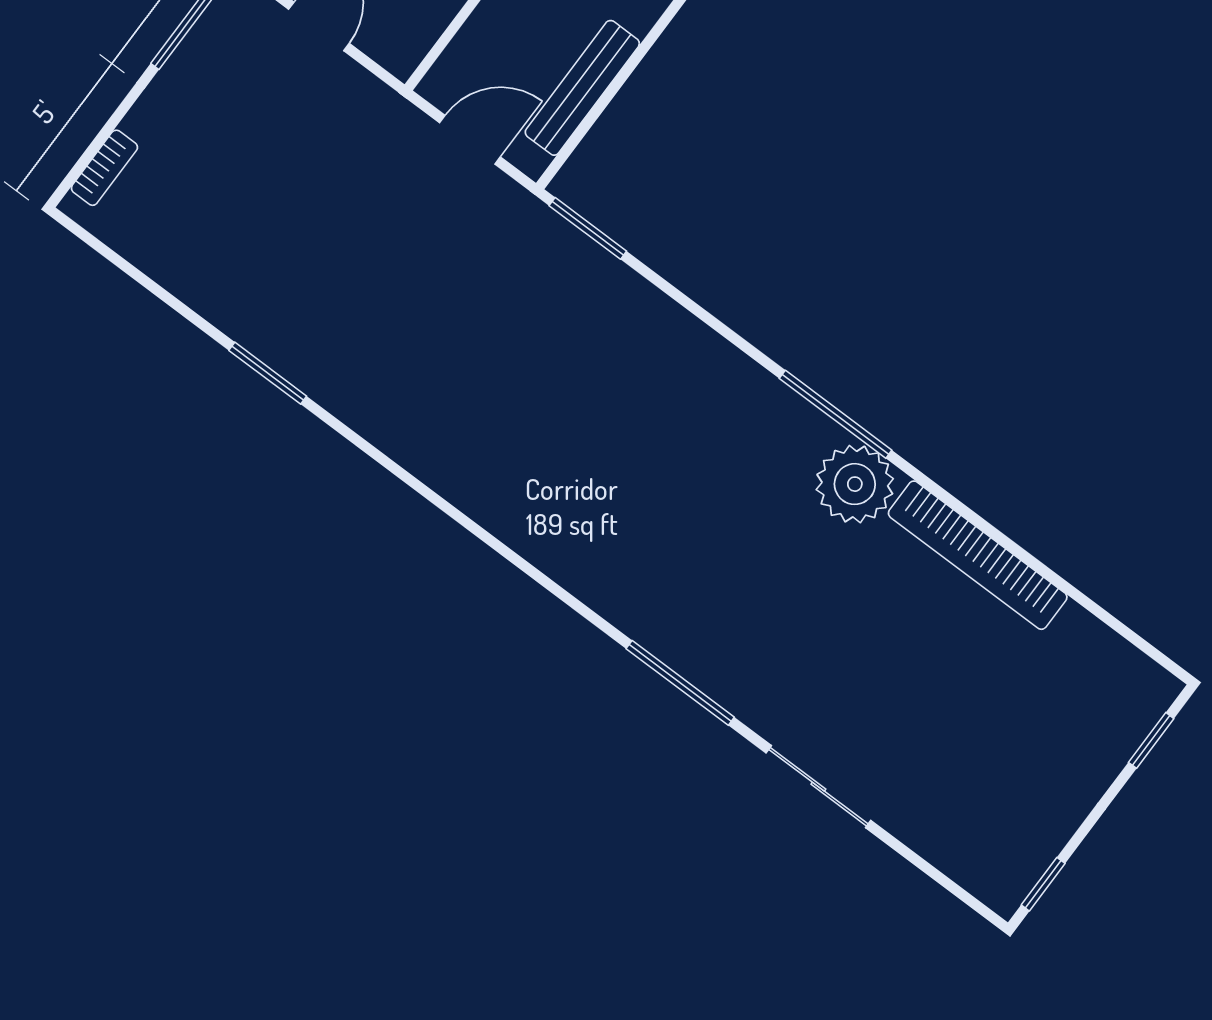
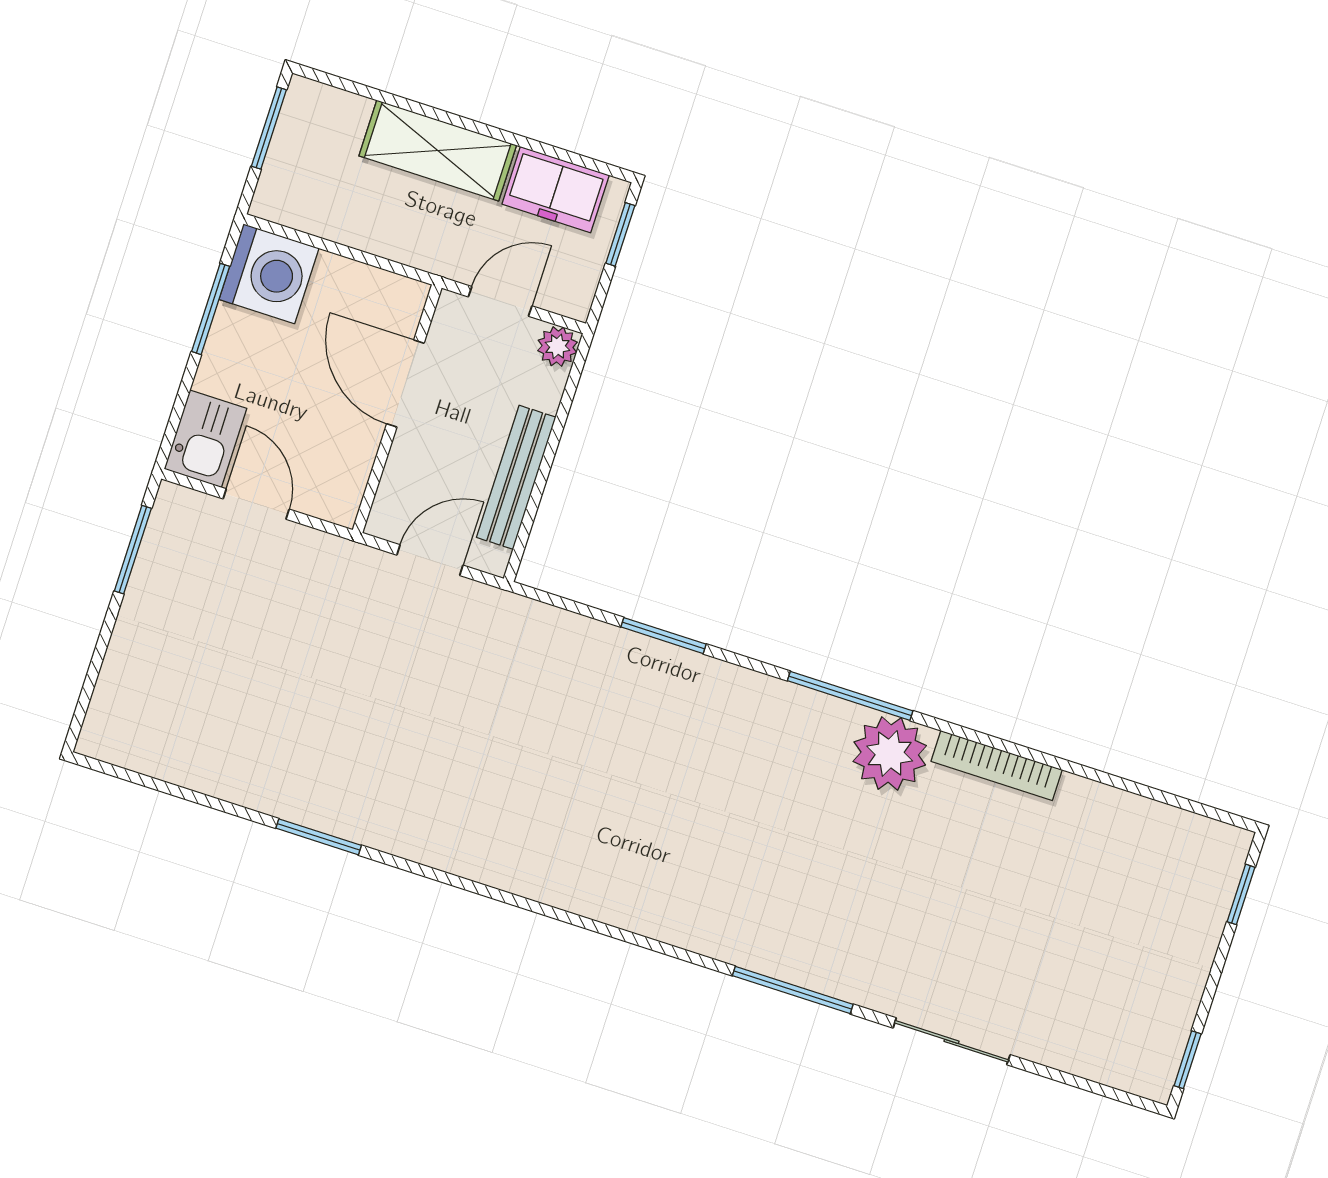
bookcase: (104, 168) -> (105, 701), removed
window: (588, 228) -> (663, 636), moved
bookcase: (978, 555) -> (997, 766), width x0.68, depth x0.76

